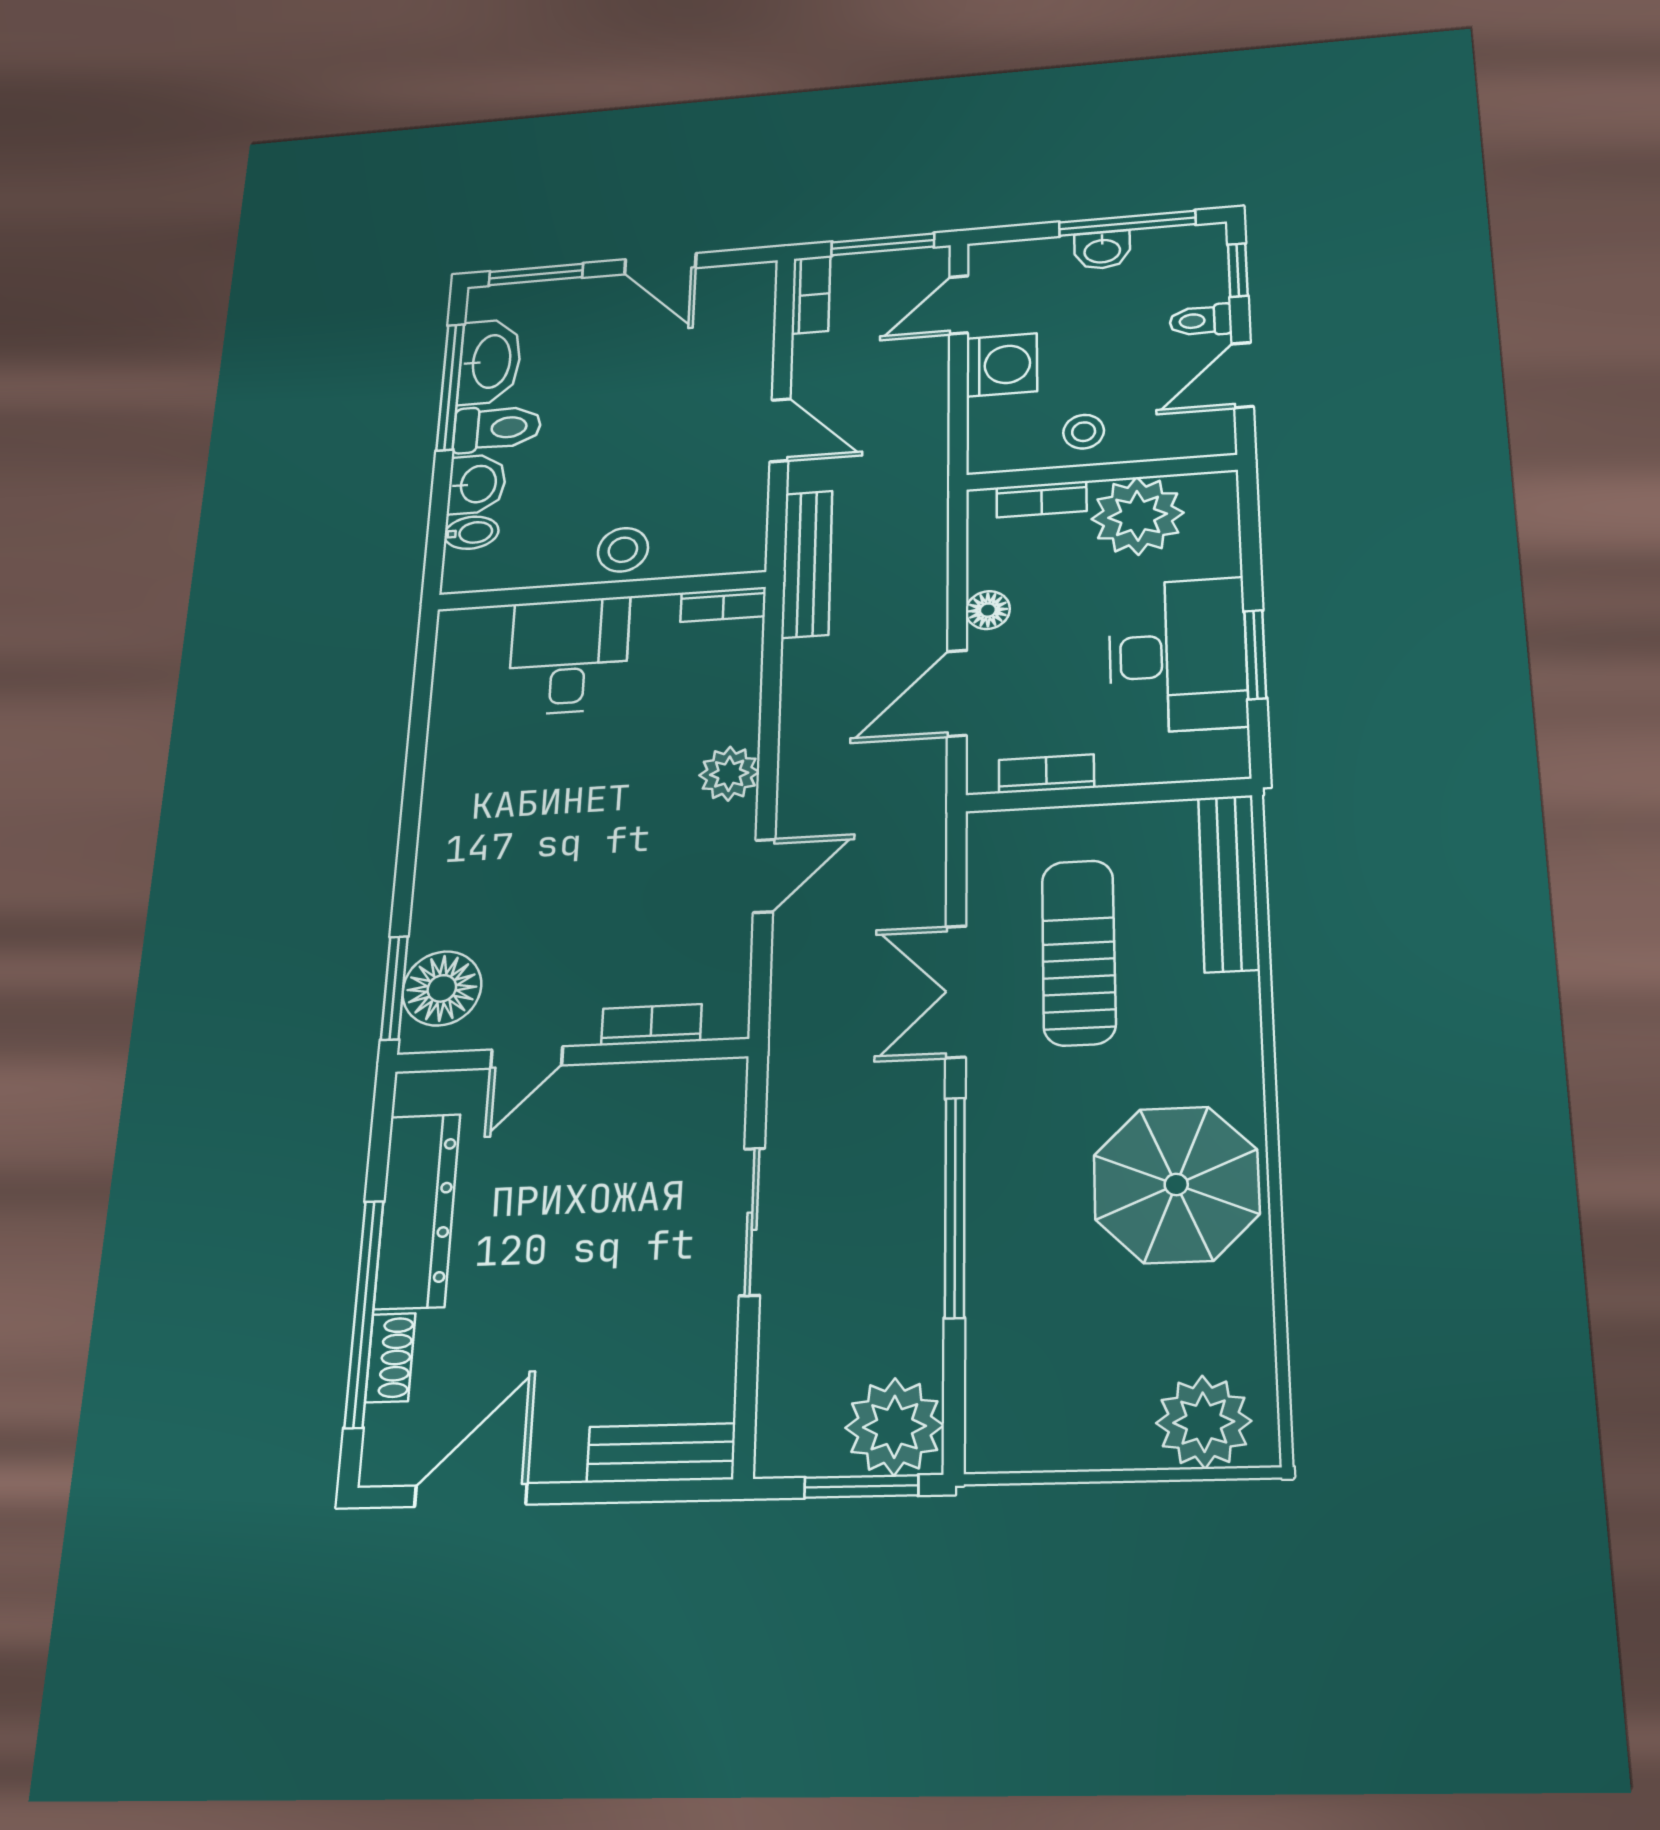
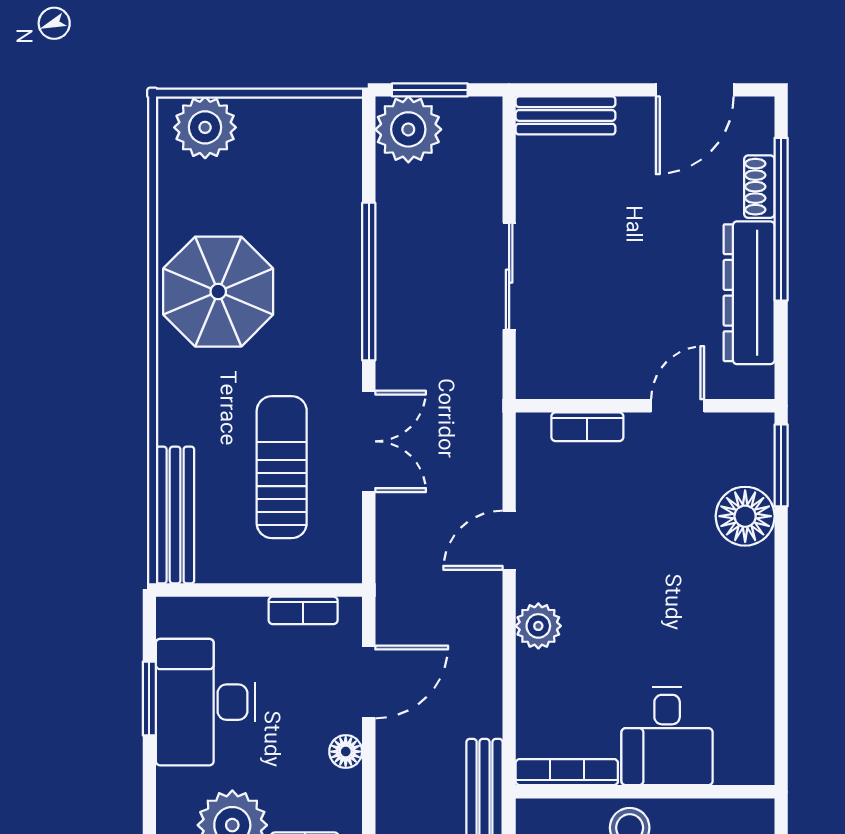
bookcase: (723, 605) -> (567, 772), width x1.56
sun lounger: (1079, 952) -> (282, 467), turned 180
floor lamp: (442, 988) -> (745, 516), moved

